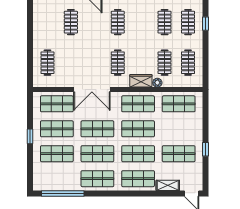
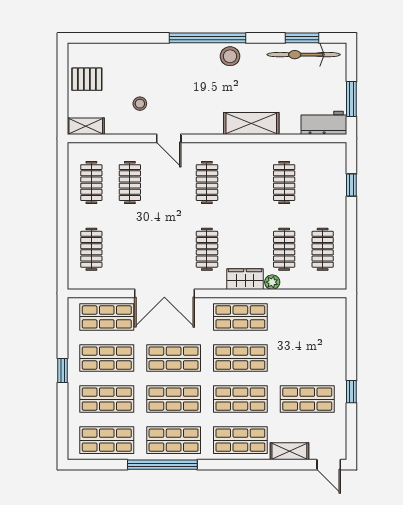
clothes rail: (188, 22) -> (91, 183), moved
shop shelf: (179, 104) -> (107, 440), moved
window: (63, 194) -> (162, 465), moved

